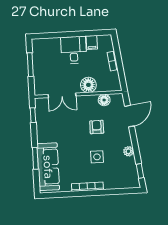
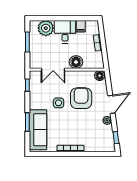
plant: (51, 47) -> (46, 28), added
floor lamp: (104, 100) -> (100, 76), moved
door: (130, 116) -> (111, 104), moved
armchair: (97, 127) -> (81, 98), width x1.88, depth x1.88
side table: (97, 157) -> (59, 103), moved

